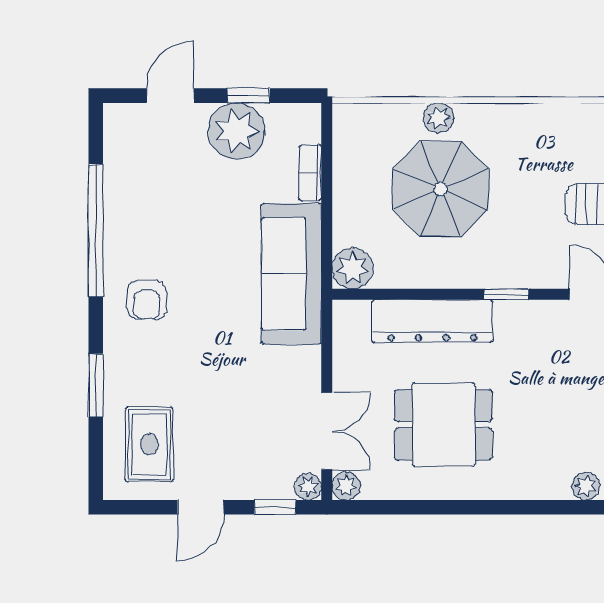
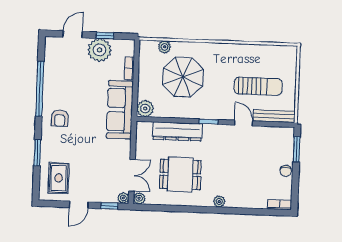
plant: (438, 118) -> (165, 47), moved
plant: (586, 486) -> (219, 201), moved

